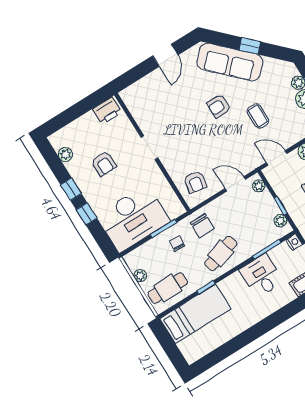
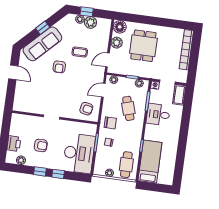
printer: (107, 111) -> (14, 144), moved
cafe table: (221, 253) -> (128, 108), moved

